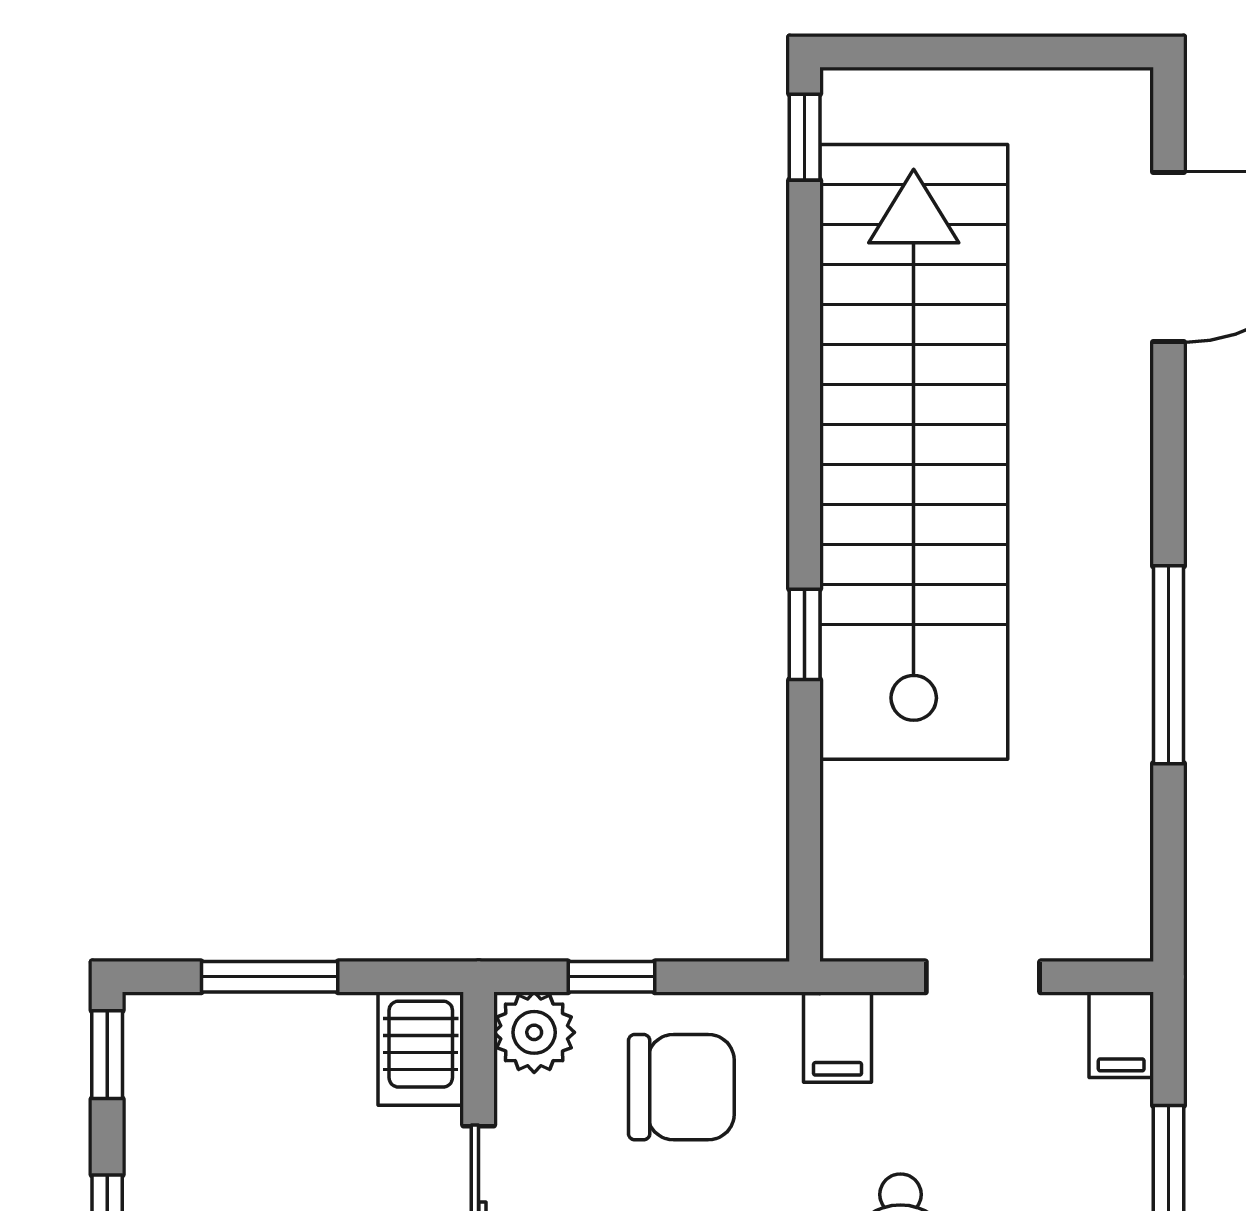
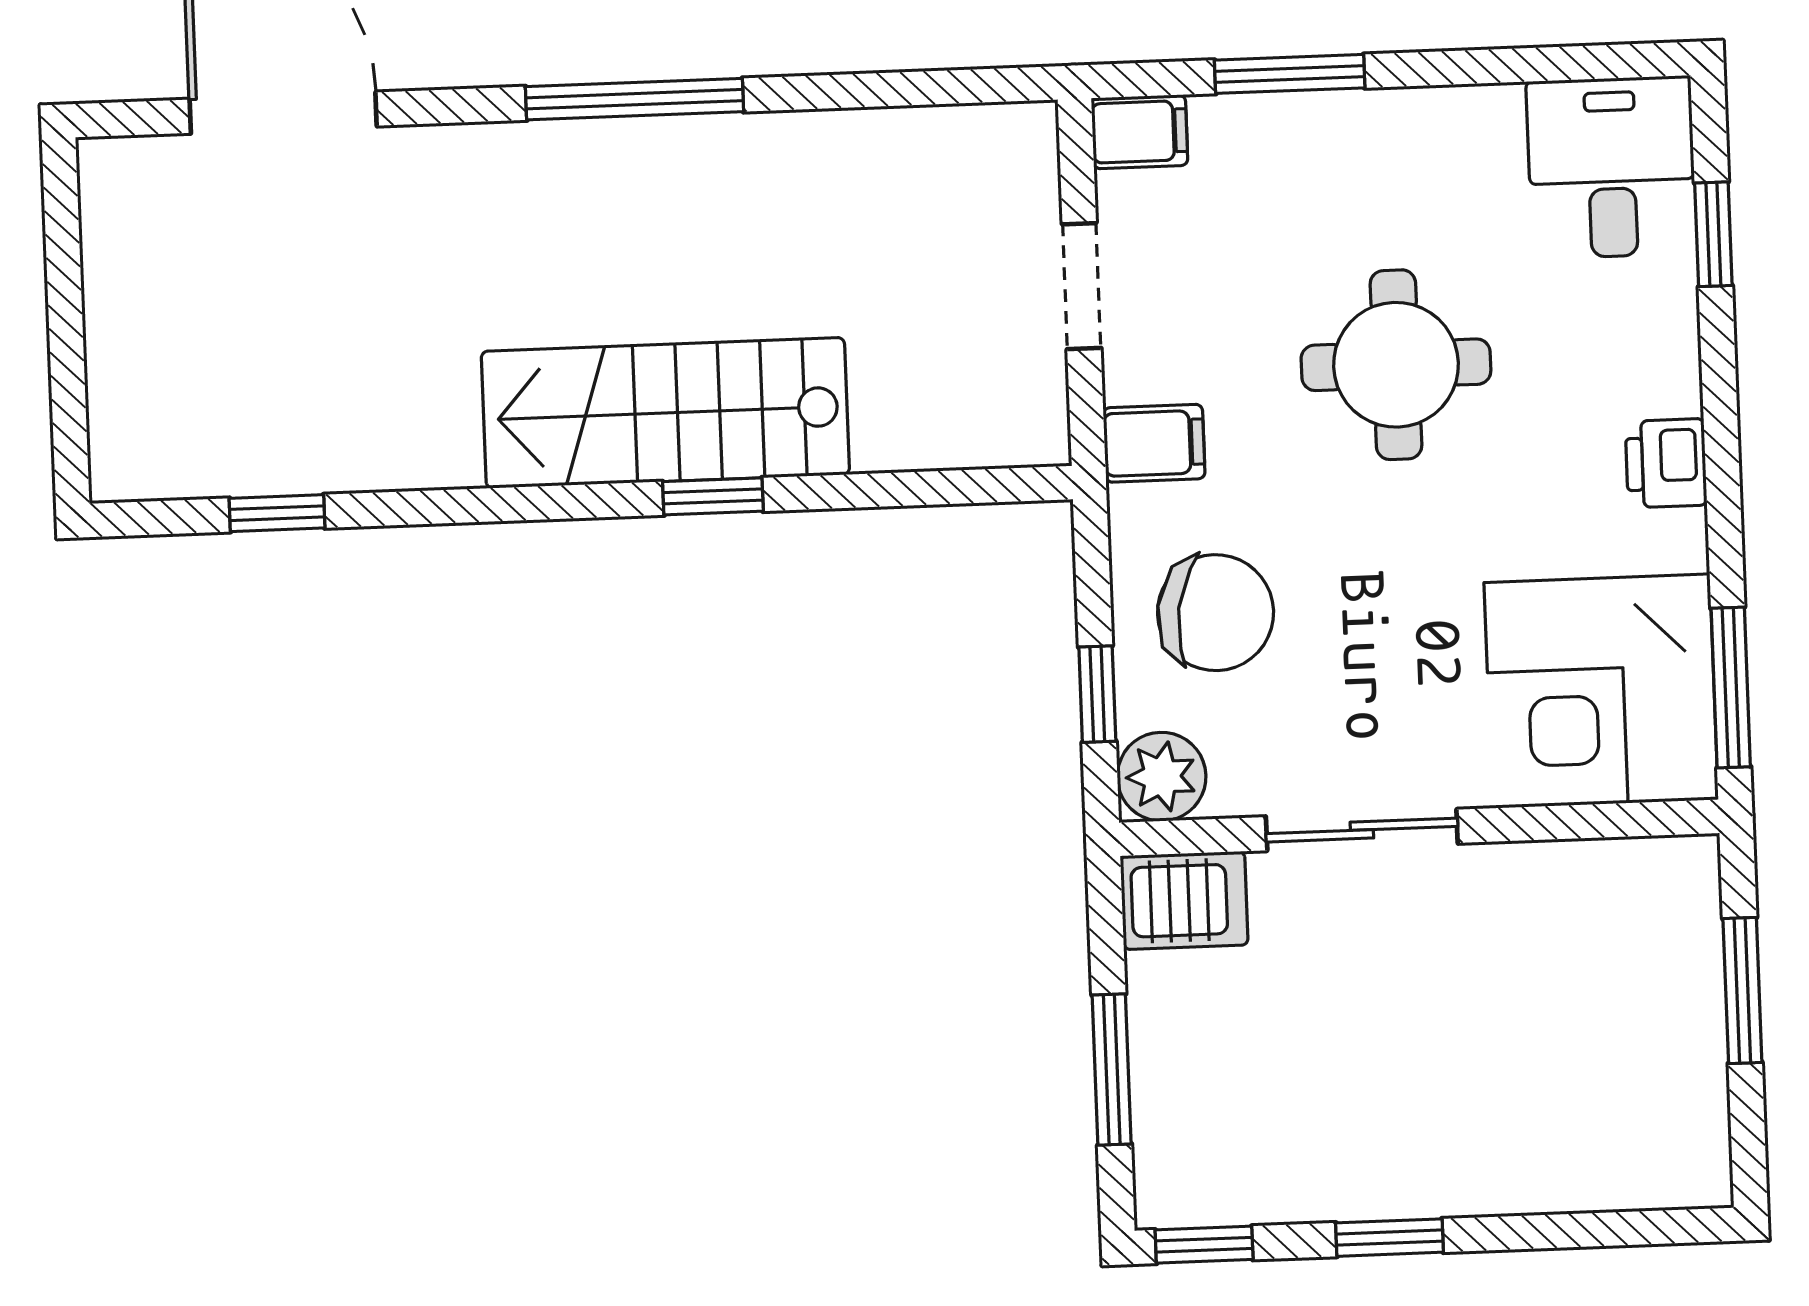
window: (805, 137) -> (277, 513), moved
stairs: (914, 452) -> (665, 413), width x0.54, depth x0.66
window: (1168, 665) -> (635, 99), moved
chair: (681, 1087) -> (1216, 613), turned 99

